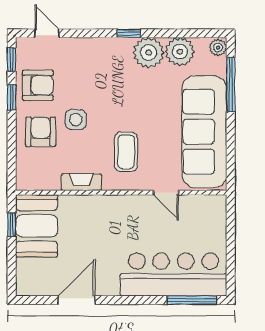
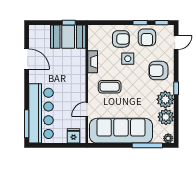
armchair: (97, 65) -> (158, 71), added
fridge: (214, 216) -> (74, 136), added

